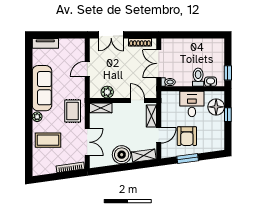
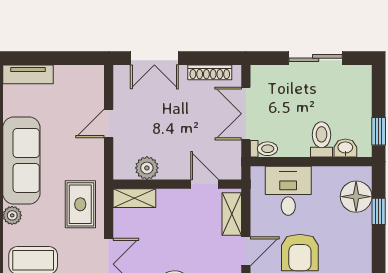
sliding door: (195, 35) -> (316, 58), added
desk: (192, 104) -> (288, 191), moved

